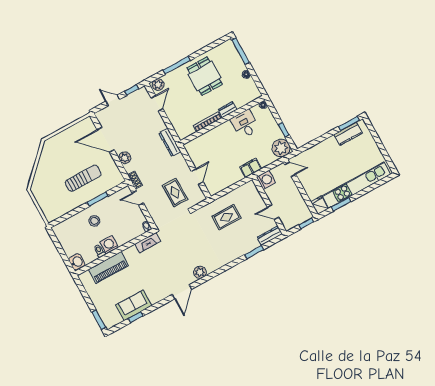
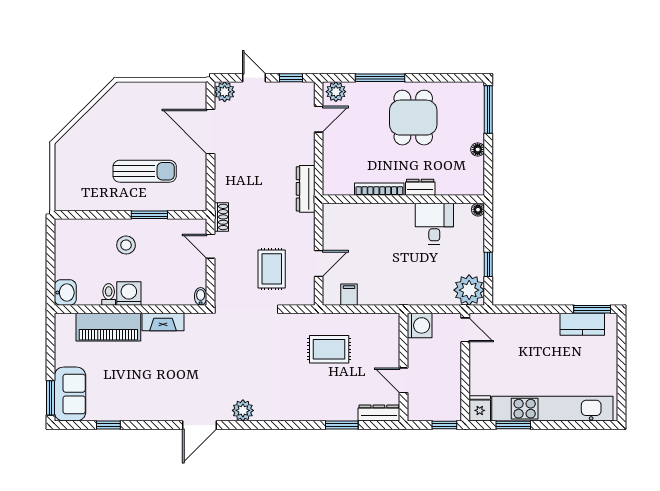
plant: (125, 158) -> (225, 92), moved
filing cabinet: (251, 168) -> (349, 295), moved, width x0.50
fireplace: (148, 243) -> (163, 322), moved
sofa: (134, 305) -> (70, 394), moved, turned 90

